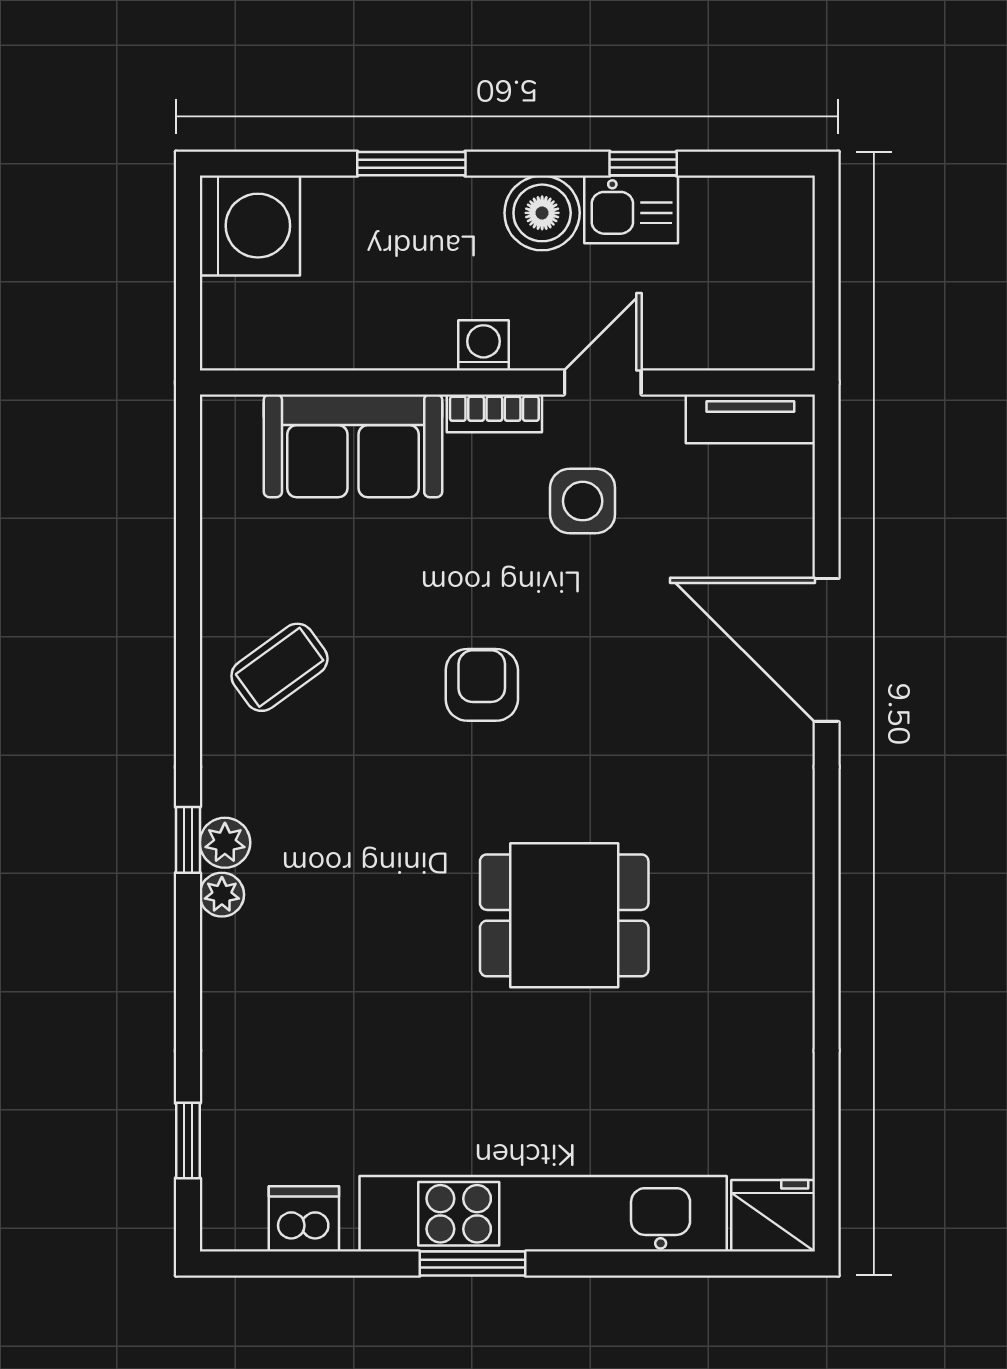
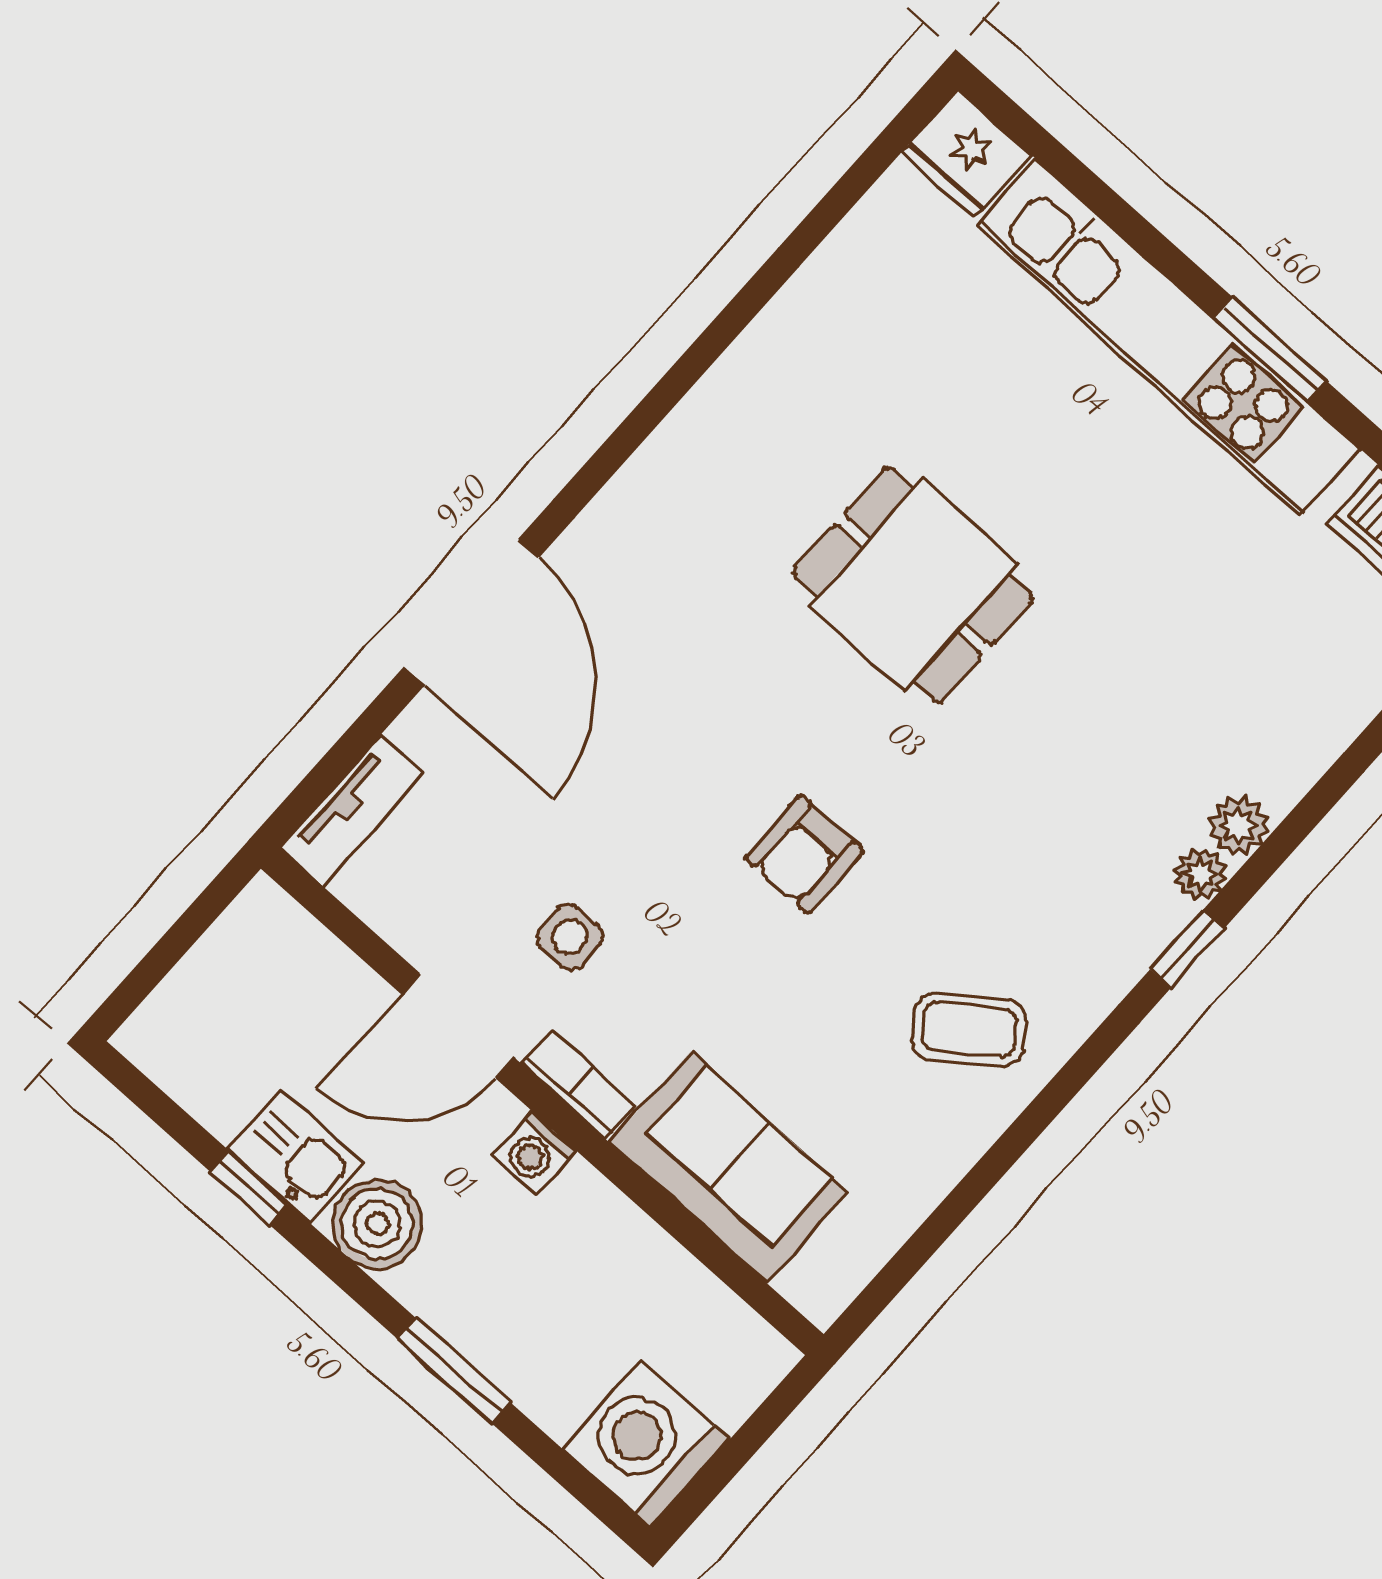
door: (603, 382) -> (458, 1026), width x1.38
tv unit: (750, 419) -> (352, 810), moved, turned 90
side table: (583, 501) -> (569, 937), width x0.73, depth x0.73
plant: (225, 843) -> (1238, 826), moved

